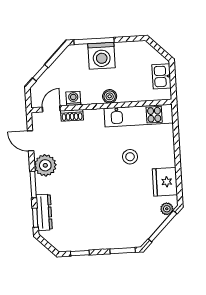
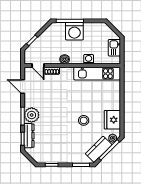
boiler: (110, 96) -> (65, 59), moved
washing machine: (73, 98) -> (89, 59), moved
door: (51, 109) -> (38, 65), swing flipped
stool: (130, 157) -> (84, 120), moved
plant: (45, 165) -> (32, 115), moved
kitchen counter: (147, 226) -> (99, 149), added

